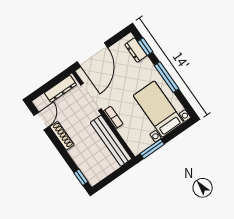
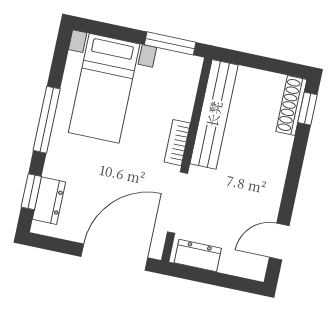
dresser: (60, 89) -> (198, 256), width x0.70
shoe rack: (62, 136) -> (291, 105), moved

